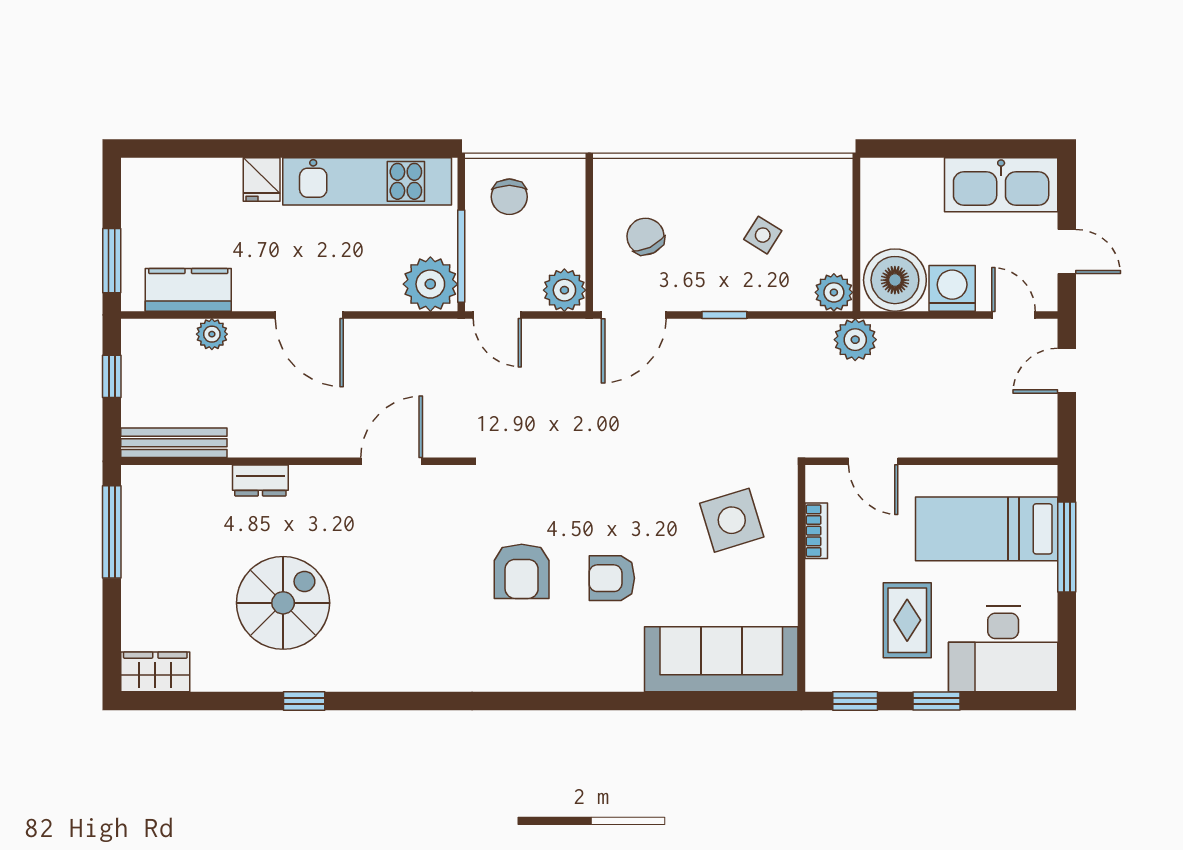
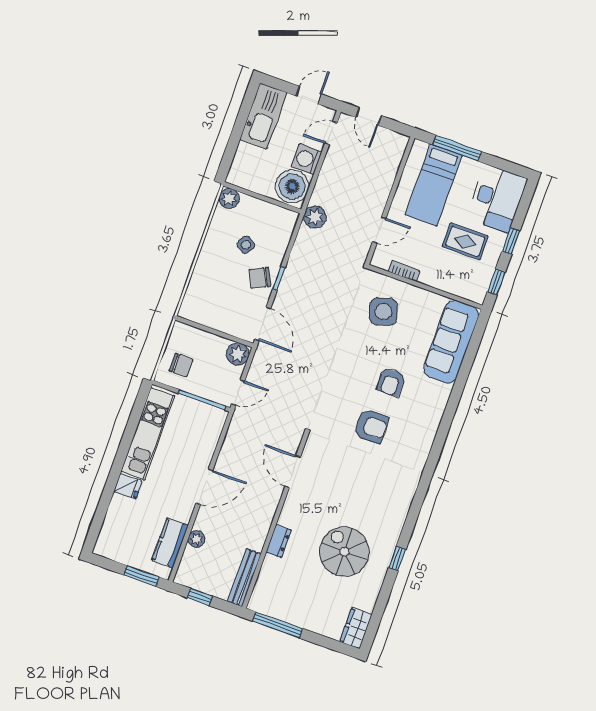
chair: (646, 236) -> (260, 278), moved
plant: (430, 284) -> (211, 420), removed
plant: (834, 292) -> (229, 198), moved

